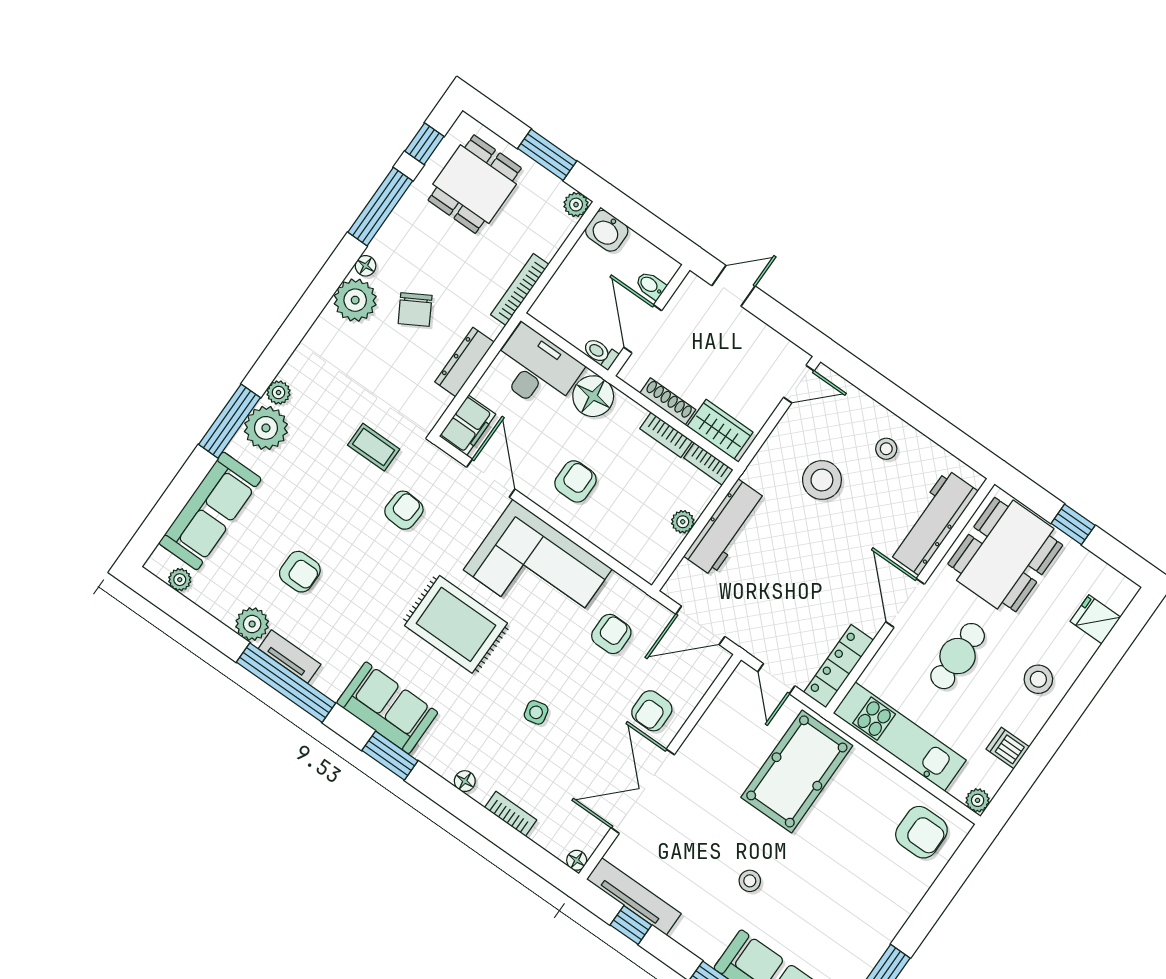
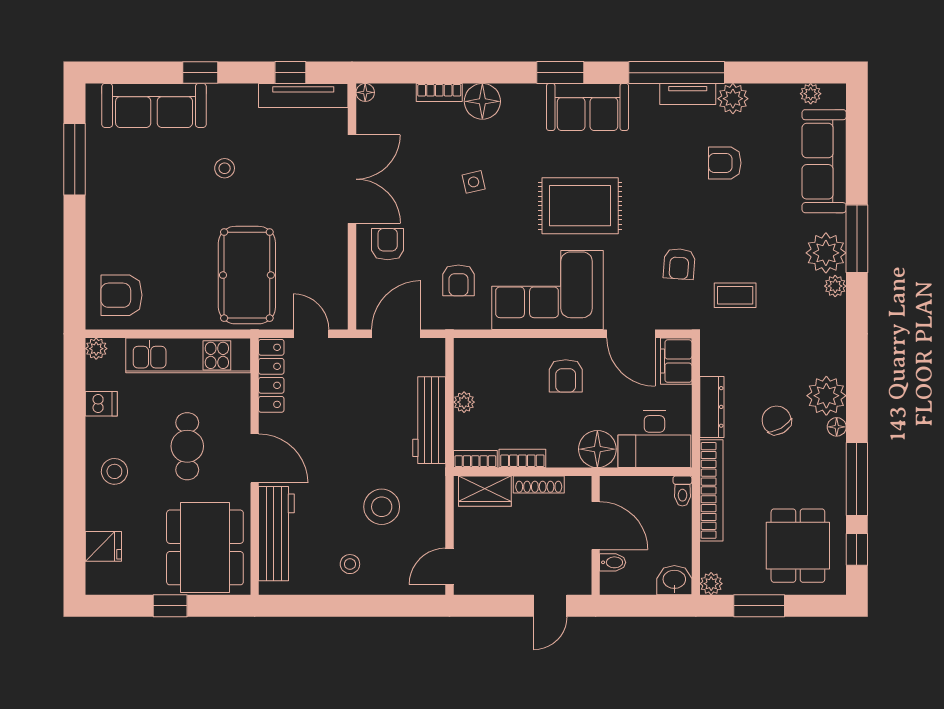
bookcase: (520, 289) -> (711, 490), width x1.48, depth x1.31
toilet: (600, 353) -> (682, 491), moved, turned 90
floor lamp: (465, 781) -> (482, 101), width x1.89, depth x1.89

